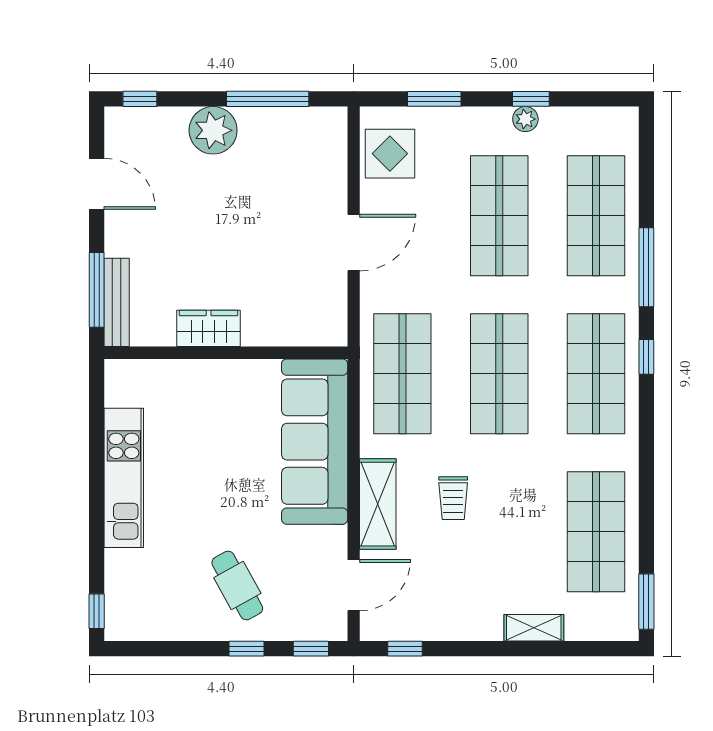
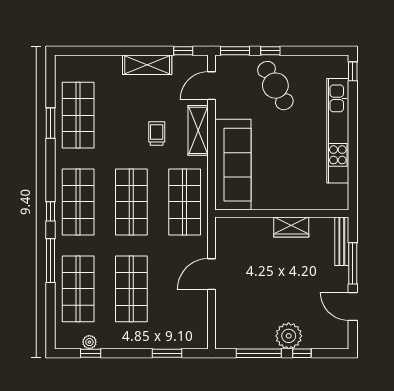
window: (140, 99) -> (302, 353), moved
window: (531, 99) -> (91, 353), moved
plant: (525, 119) -> (89, 342), moved
display table: (390, 154) -> (191, 323), removed
window: (97, 290) -> (353, 263), moved
kitchen unit: (124, 478) -> (338, 131), width x1.36
cafe table: (237, 585) -> (275, 86), width x1.37, depth x1.35
window: (646, 602) -> (50, 123), moved
shelving: (534, 628) -> (147, 65), moved, width x1.50, depth x1.33
window: (311, 649) -> (235, 51), width x1.50

